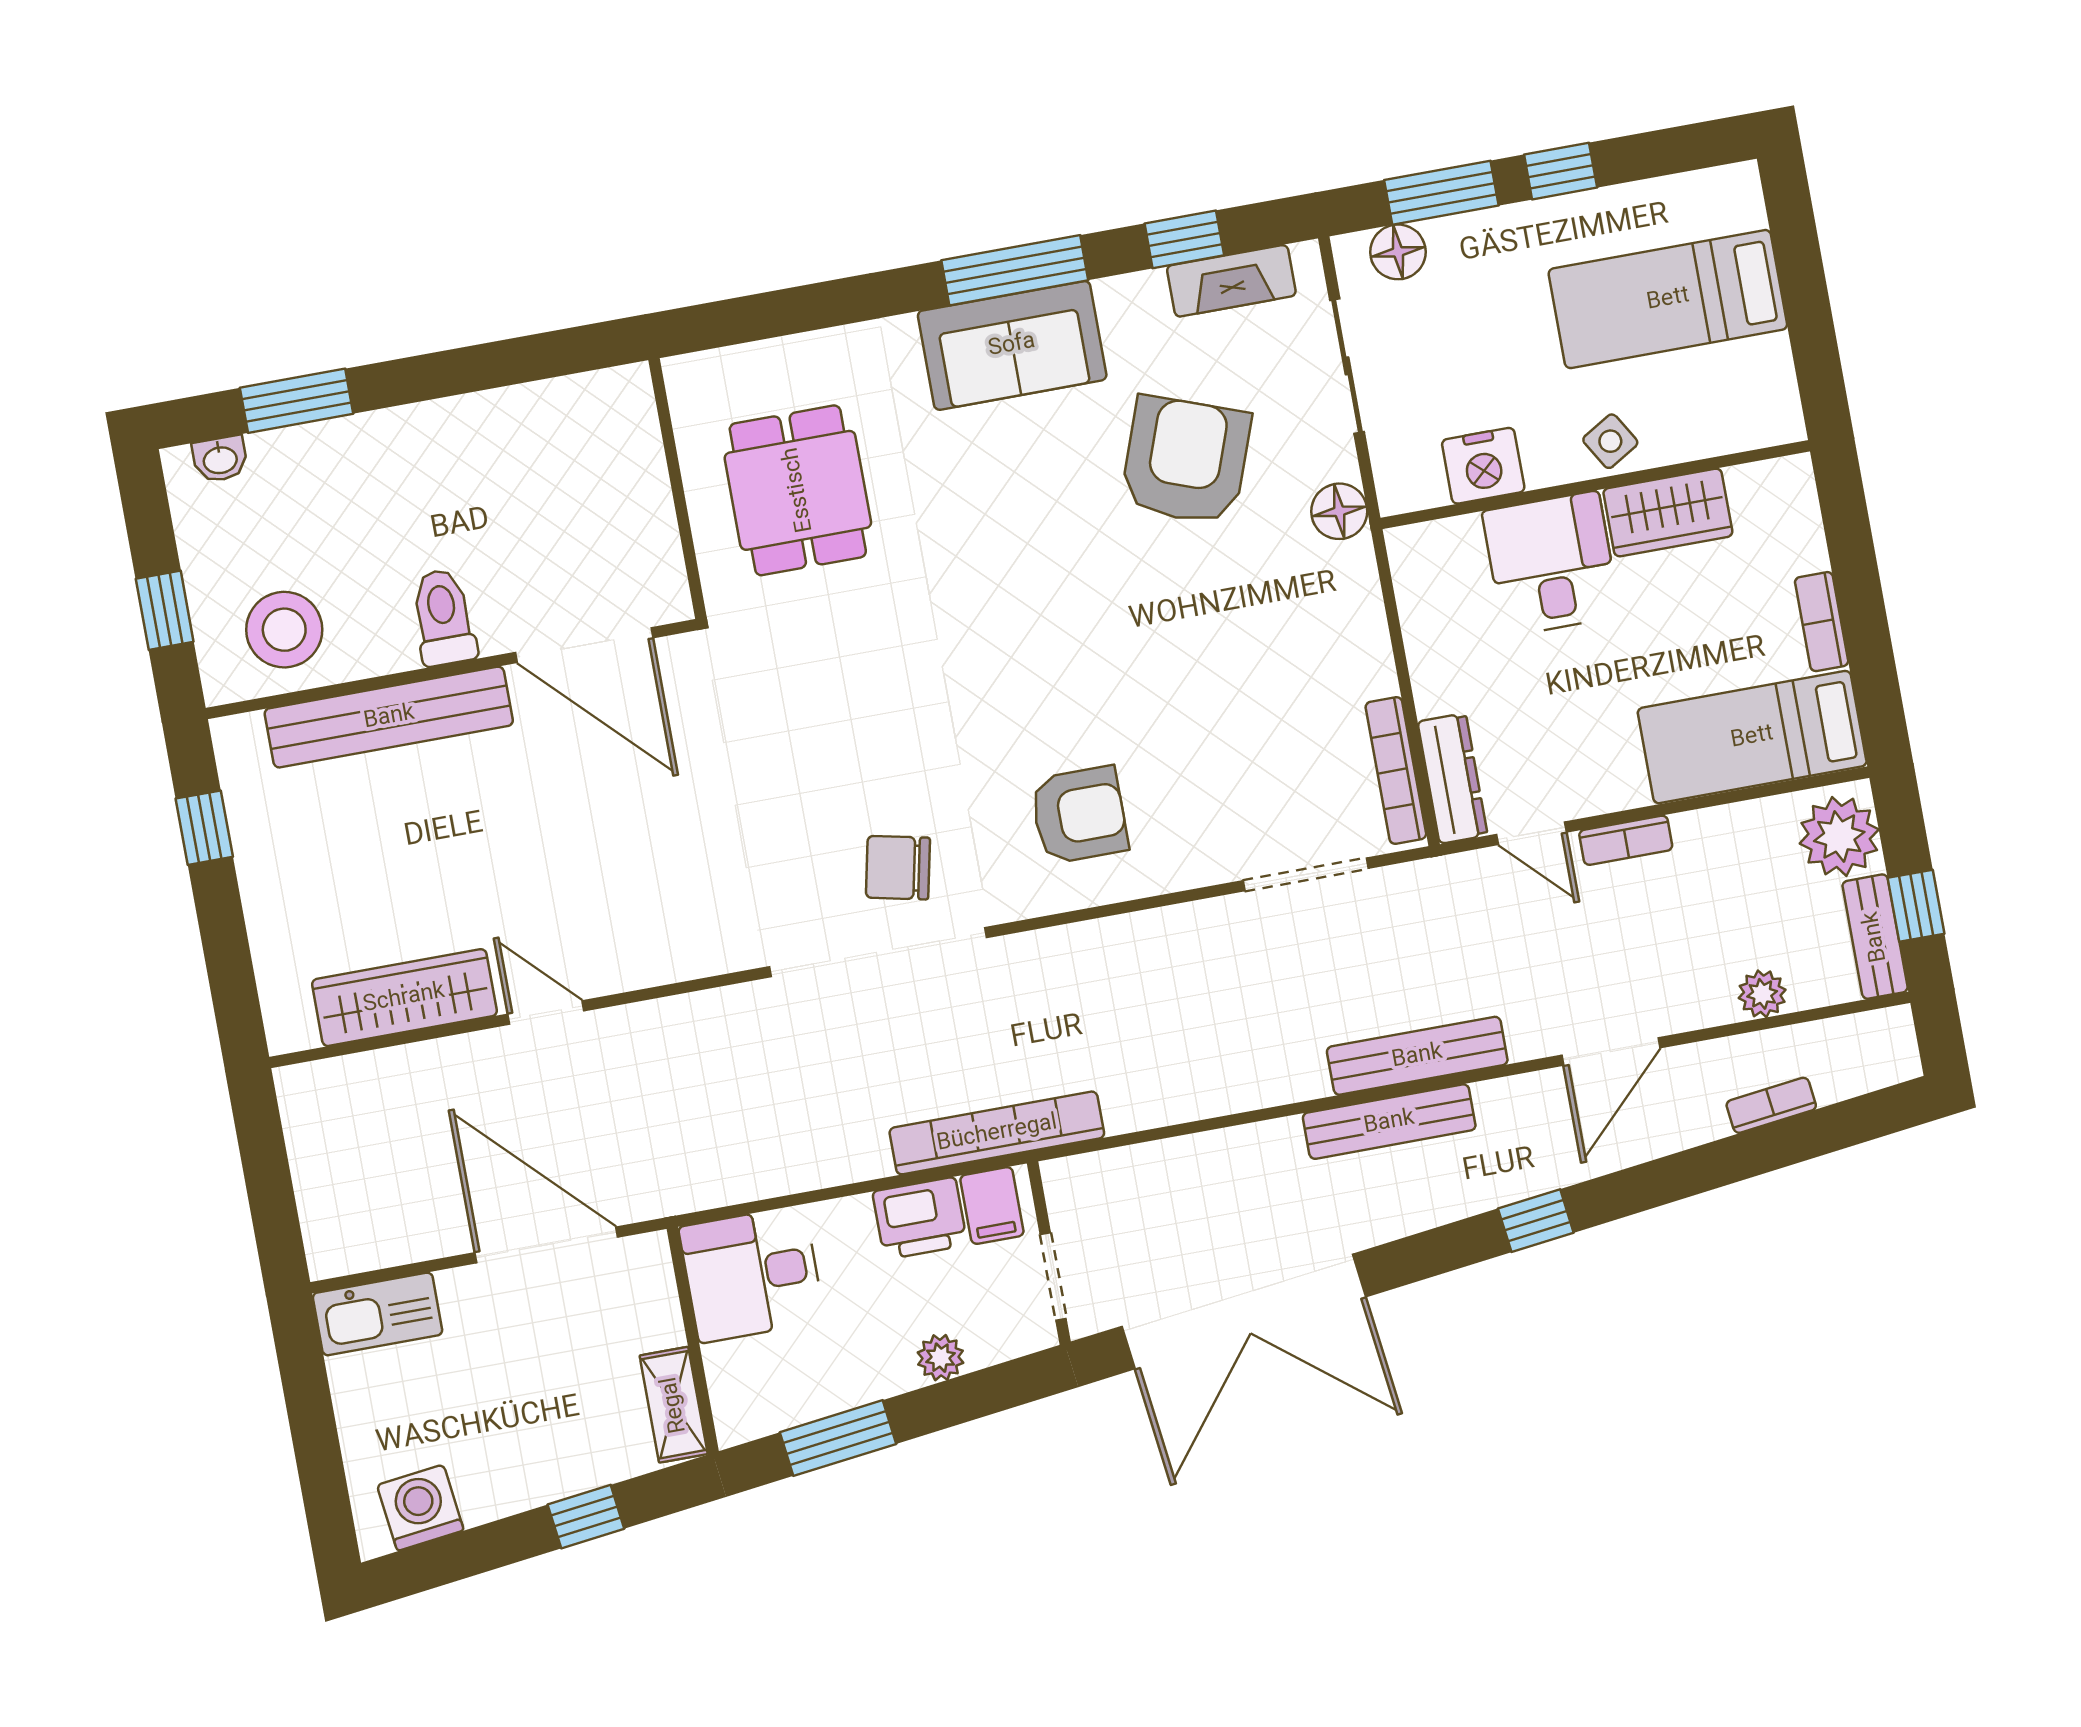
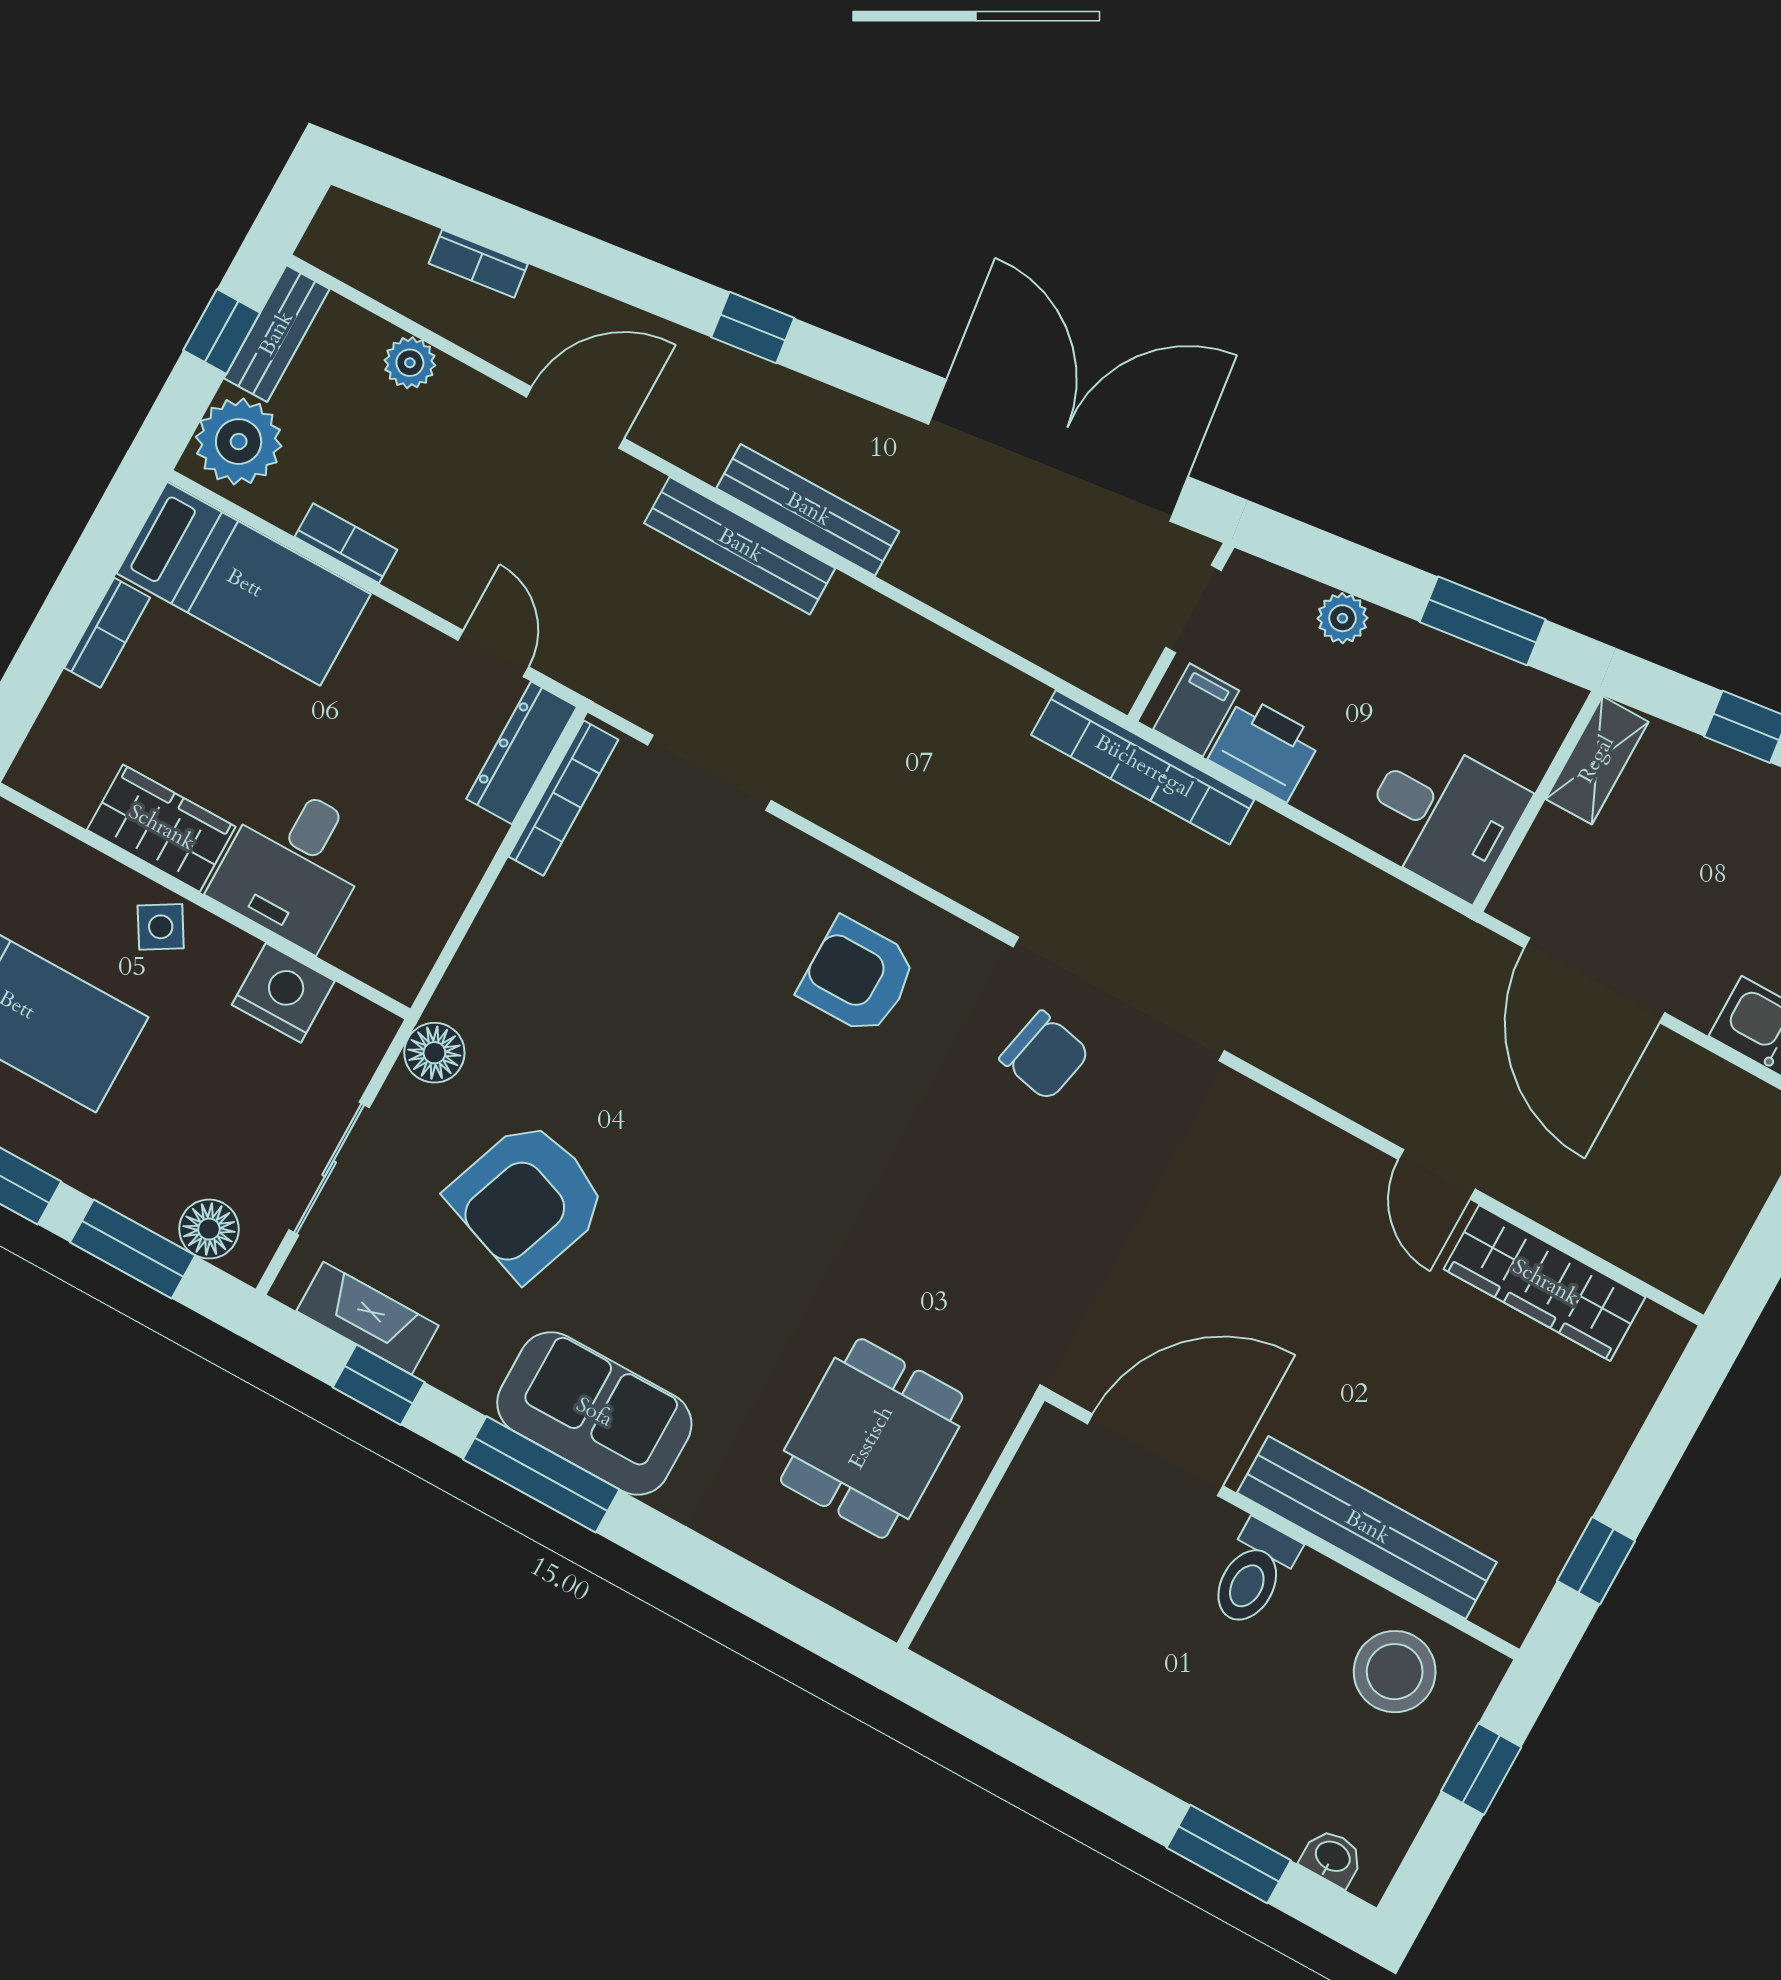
door: (584, 645) -> (1155, 1455), hinge flipped
bookcase: (1626, 840) -> (346, 543), moved

